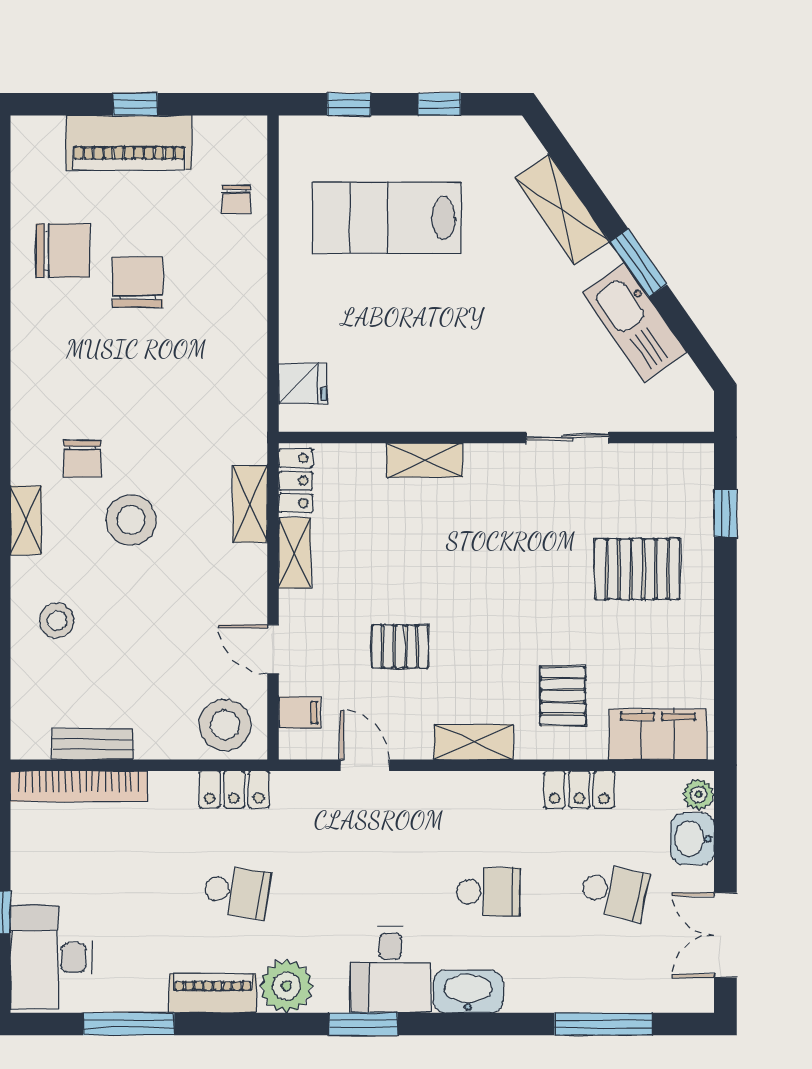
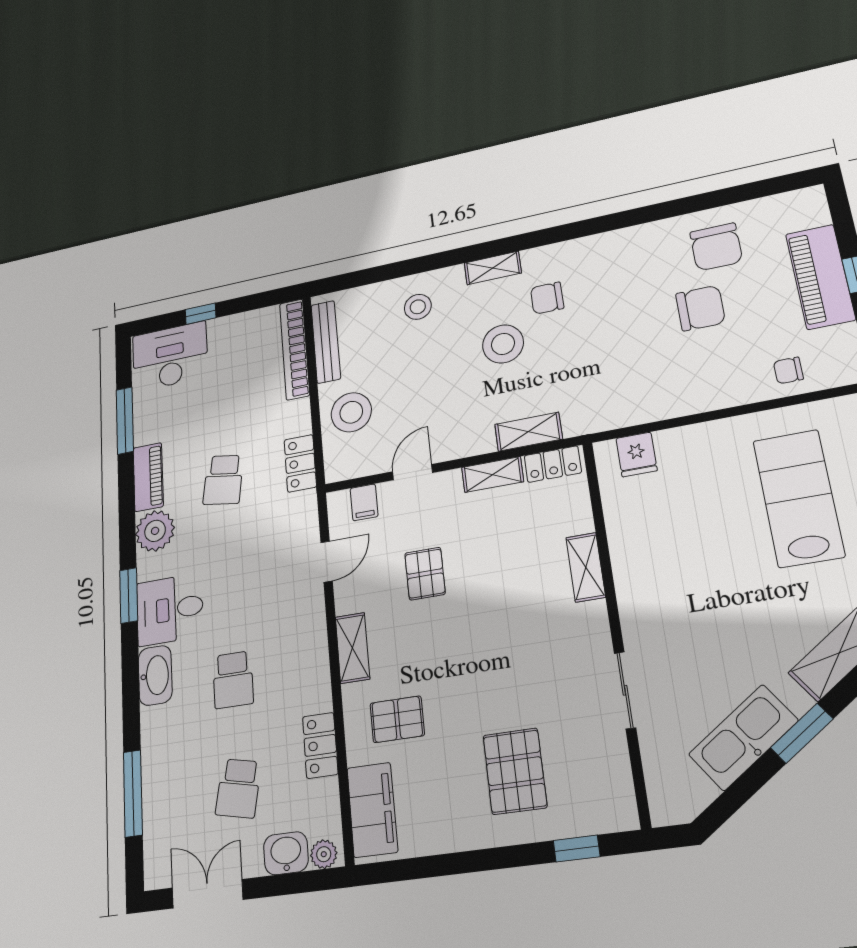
stool: (225, 725) -> (351, 412), moved
bench: (93, 744) -> (326, 342), width x1.36

